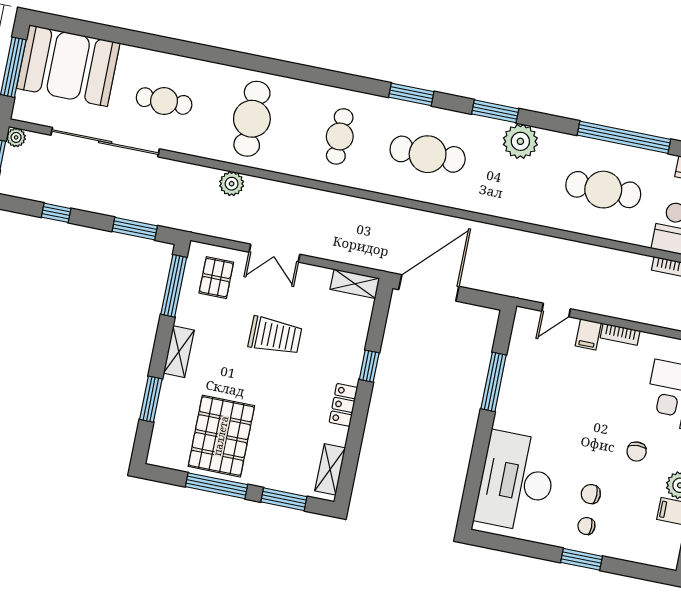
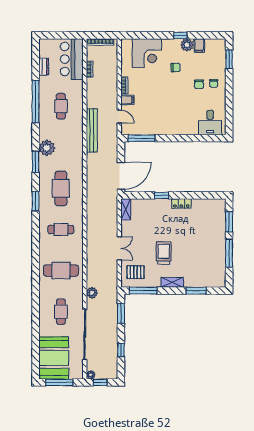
plant: (232, 184) -> (92, 293), moved
cafe table: (603, 190) -> (61, 106), width x0.73, depth x0.74
bench: (538, 245) -> (92, 130), added
door: (429, 288) -> (121, 176), swing flipped
trolley: (275, 336) -> (164, 253), moved
window: (494, 382) -> (141, 138), moved
pallet: (221, 436) -> (206, 256), removed
shelving: (330, 469) -> (211, 204), removed
desk: (516, 482) -> (210, 123), width x0.53, depth x0.77
window: (582, 559) -> (229, 59), moved

